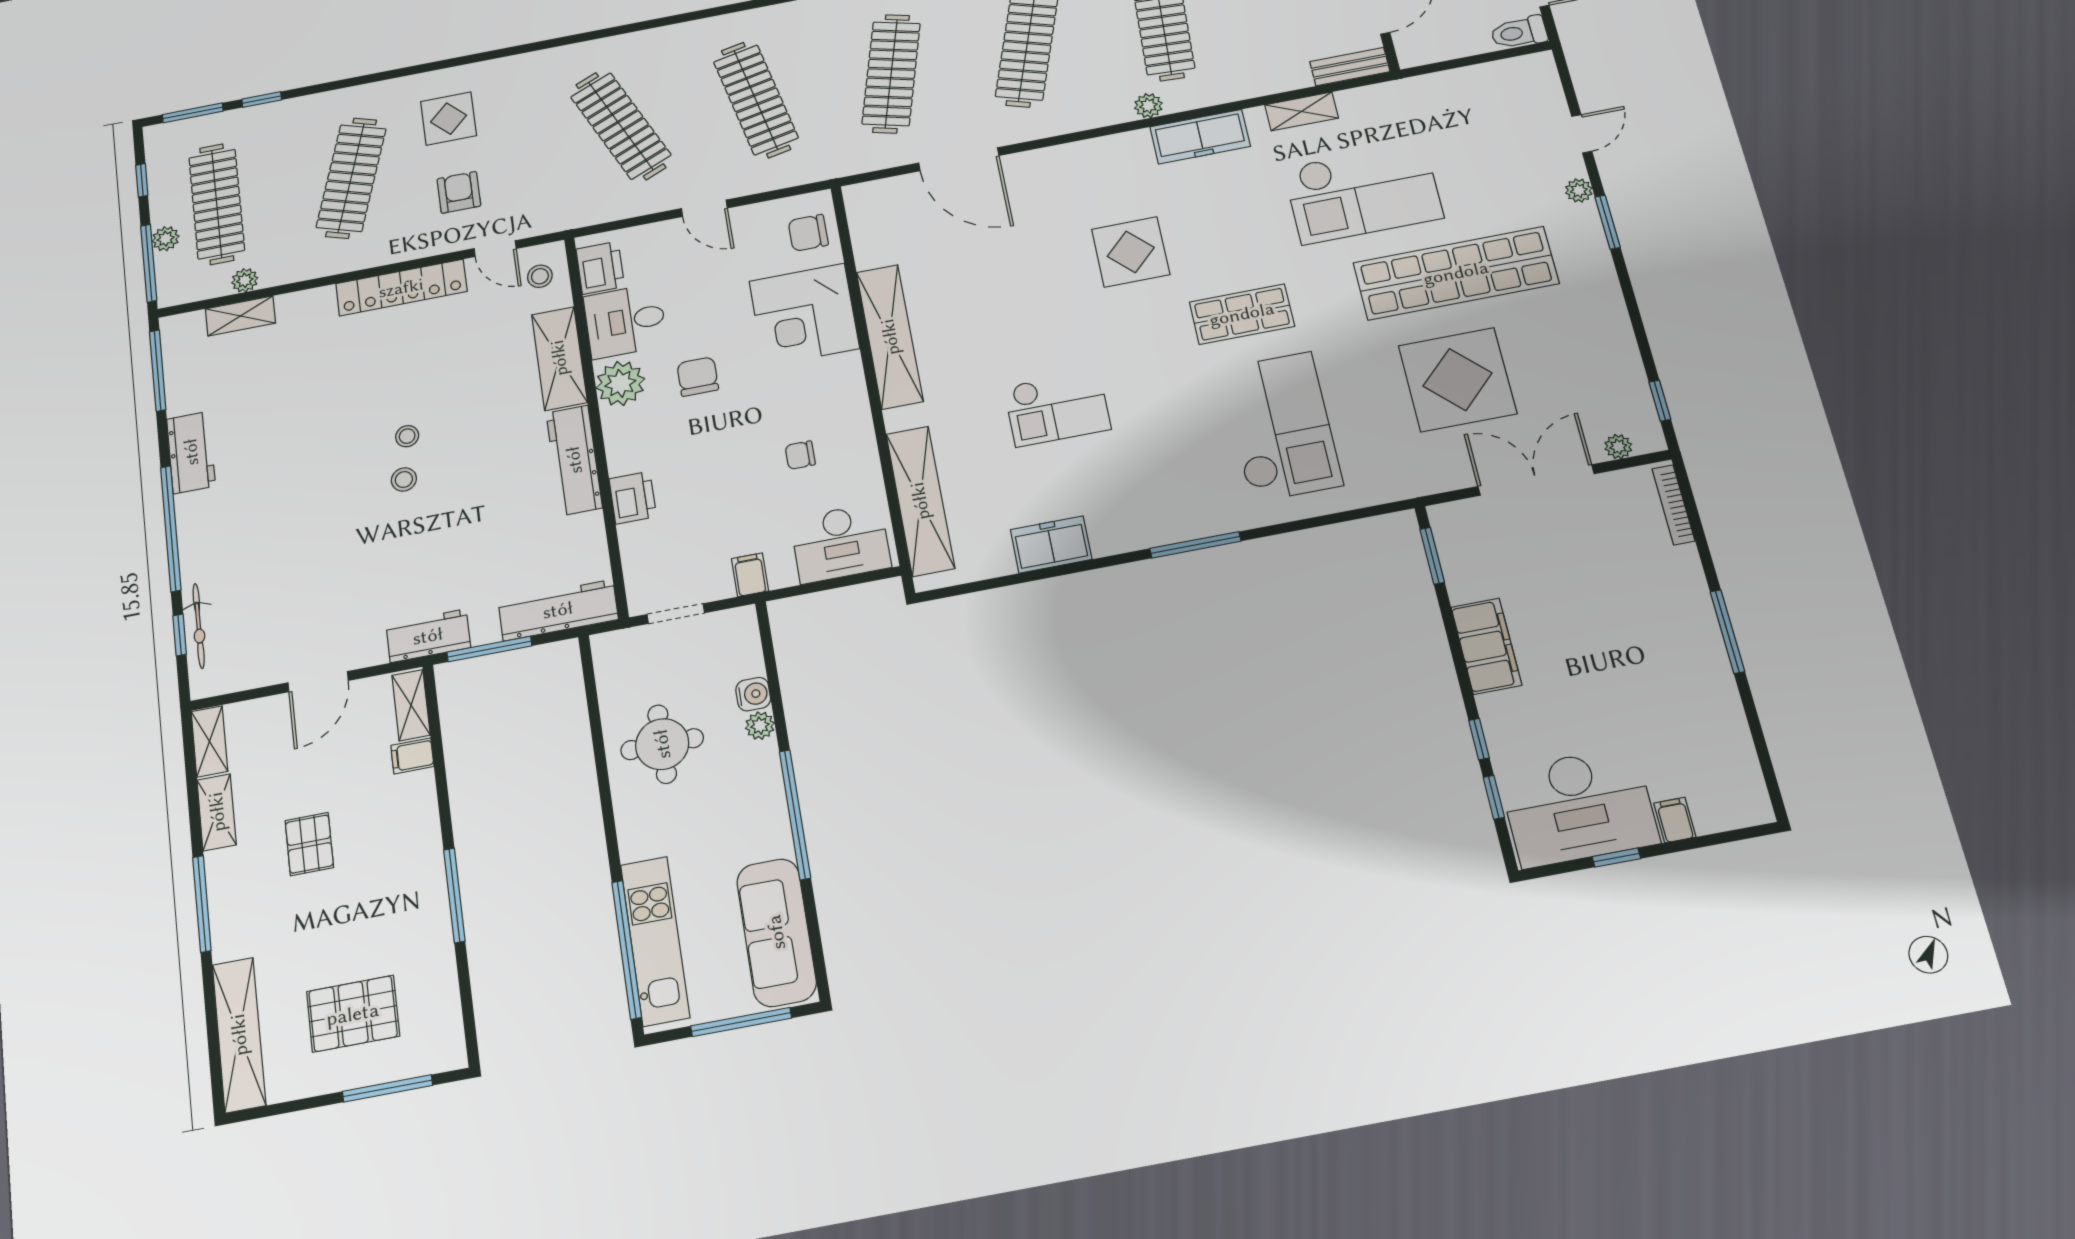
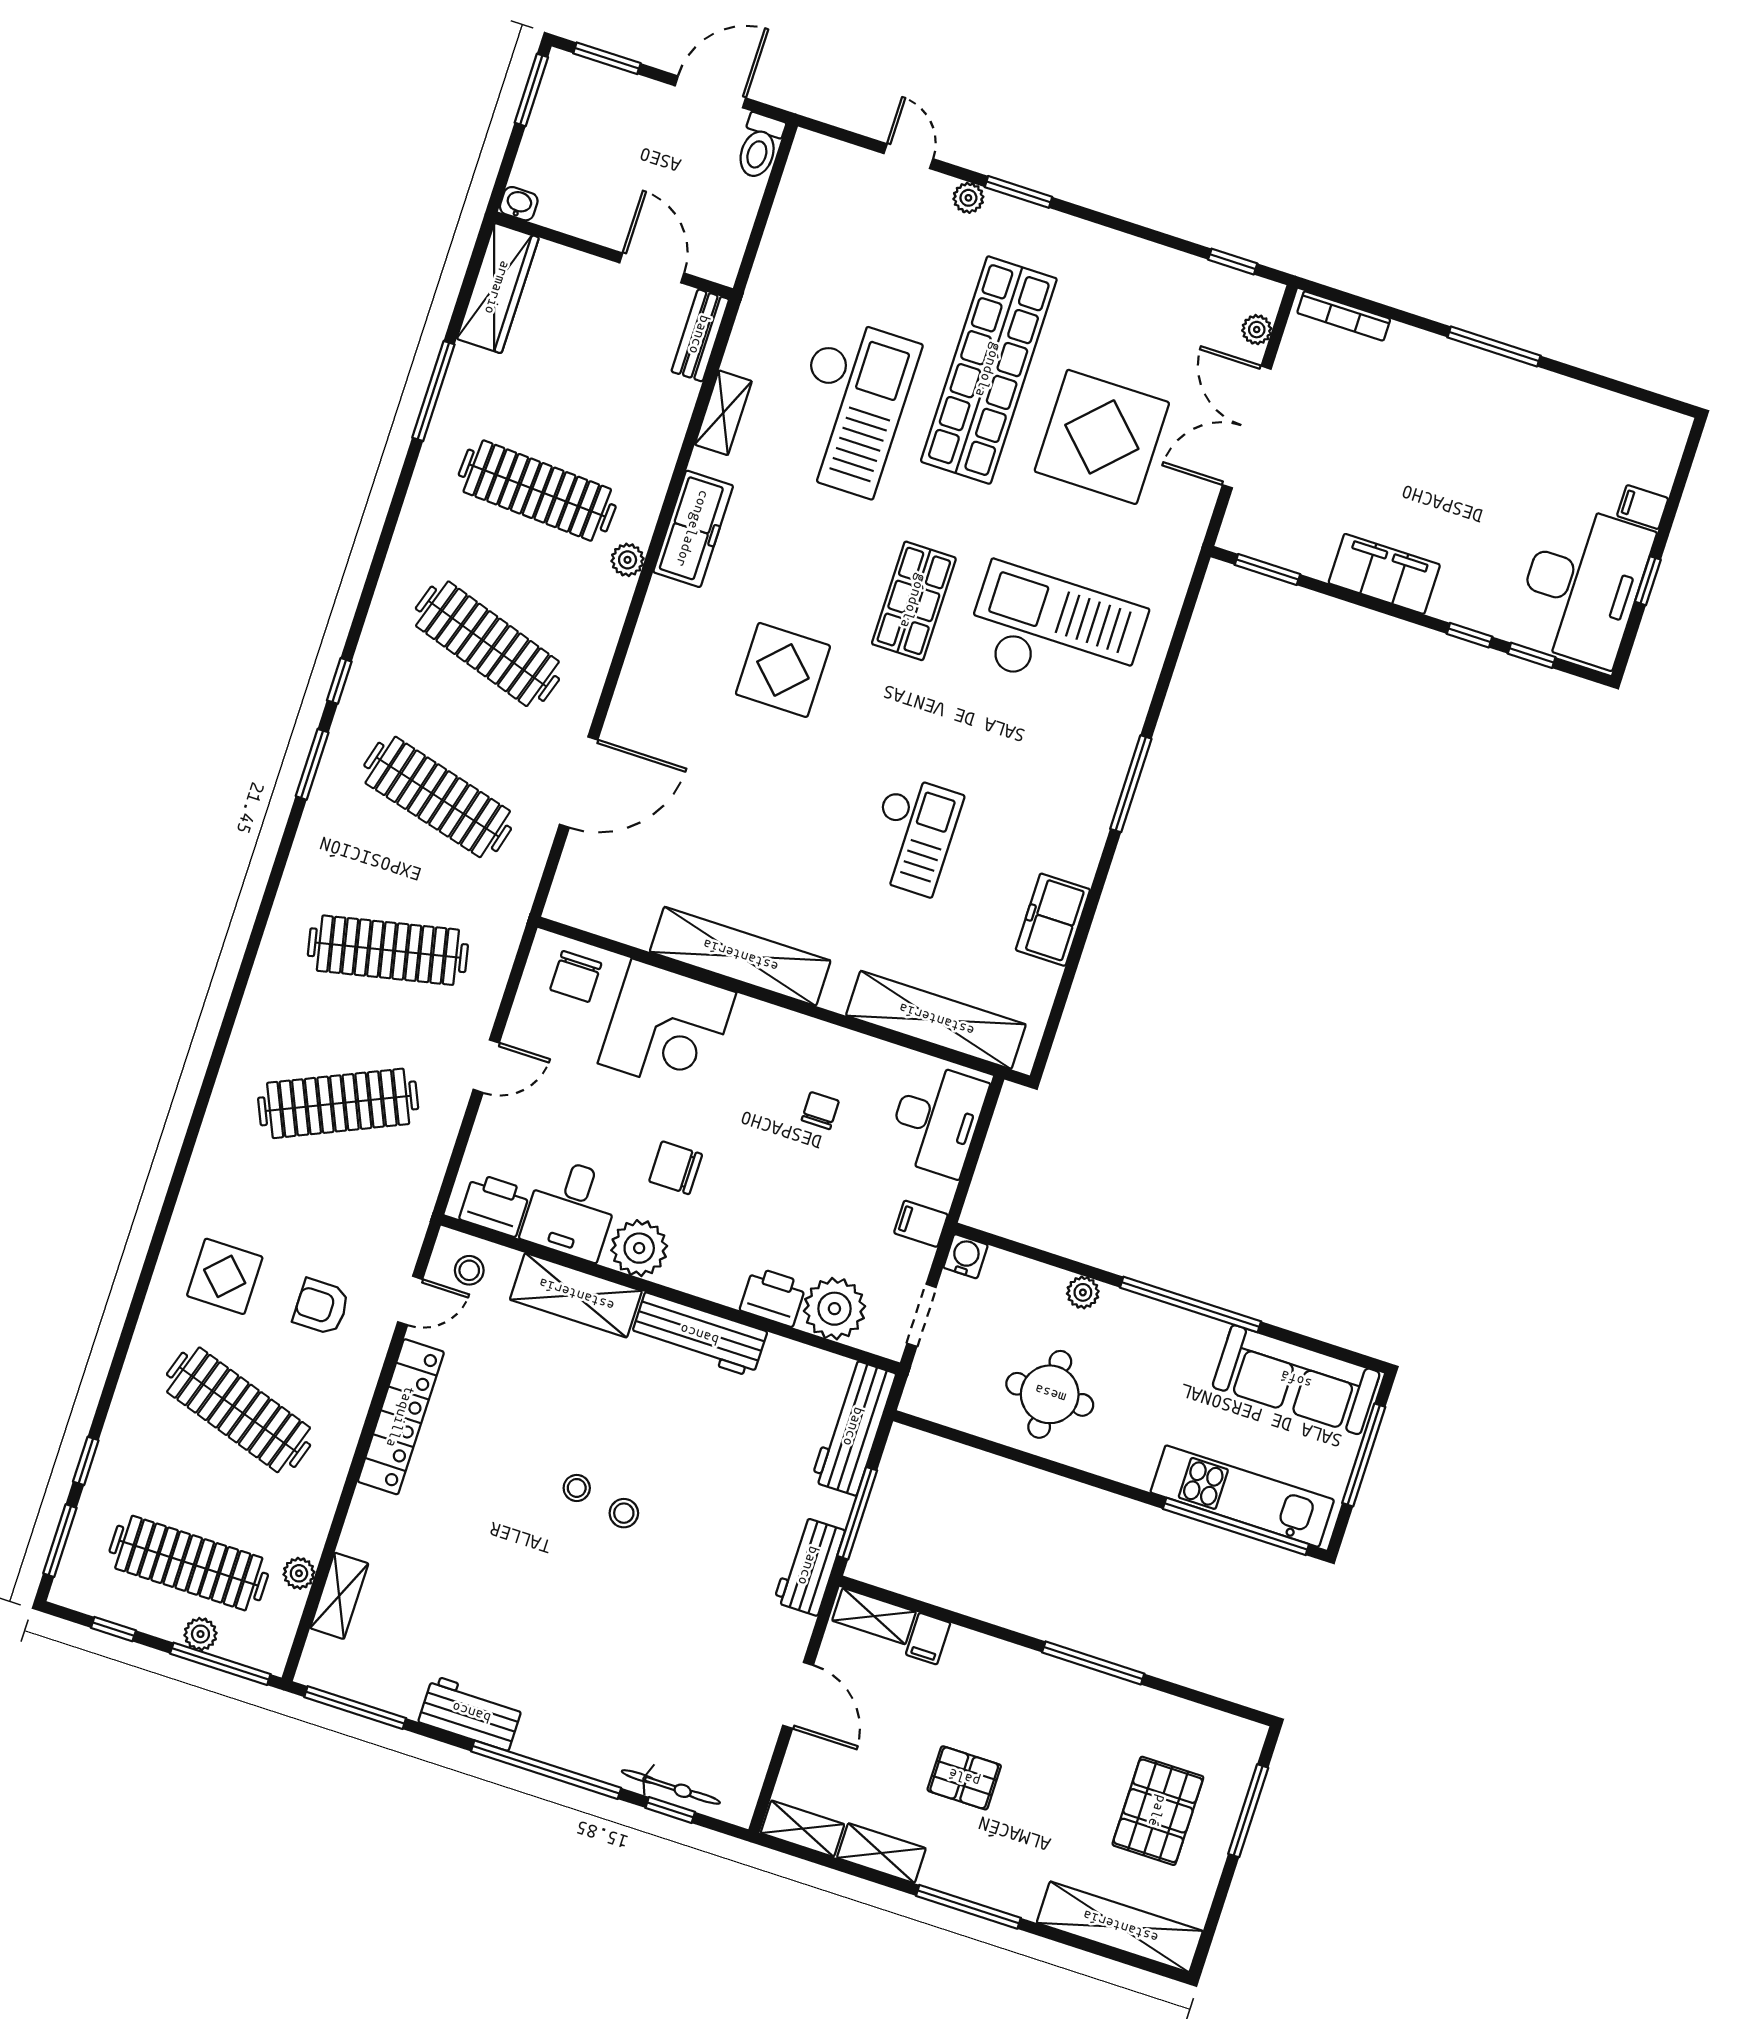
chair: (800, 455) -> (820, 1111), turned 180
plant: (647, 547) -> (834, 1309), added
water cooler: (753, 694) -> (966, 1256), moved

